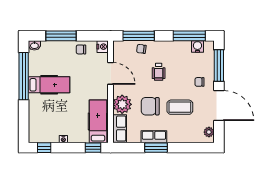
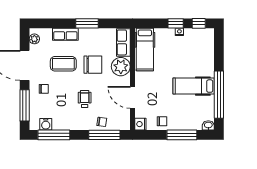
row of seats: (154, 137) -> (65, 34), moved
window: (93, 148) -> (176, 23), moved

